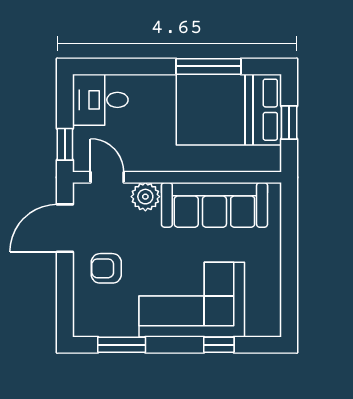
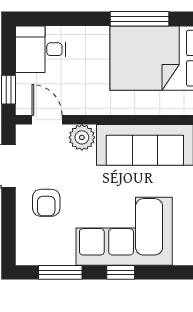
armchair: (106, 268) -> (46, 203), turned -90
window: (219, 345) -> (121, 272), moved

